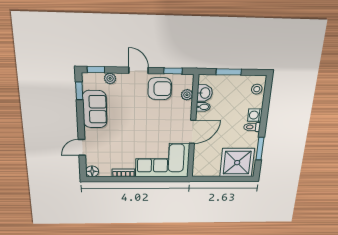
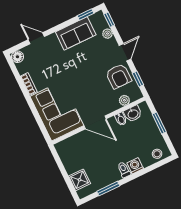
shower: (237, 163) -> (80, 180), width x0.54, depth x0.54

